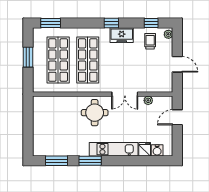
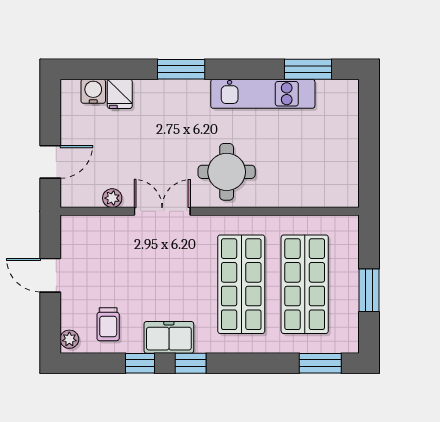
window: (151, 23) -> (140, 363), moved
kitchen unit: (114, 149) -> (263, 94), moved
window: (90, 161) -> (181, 69), moved

